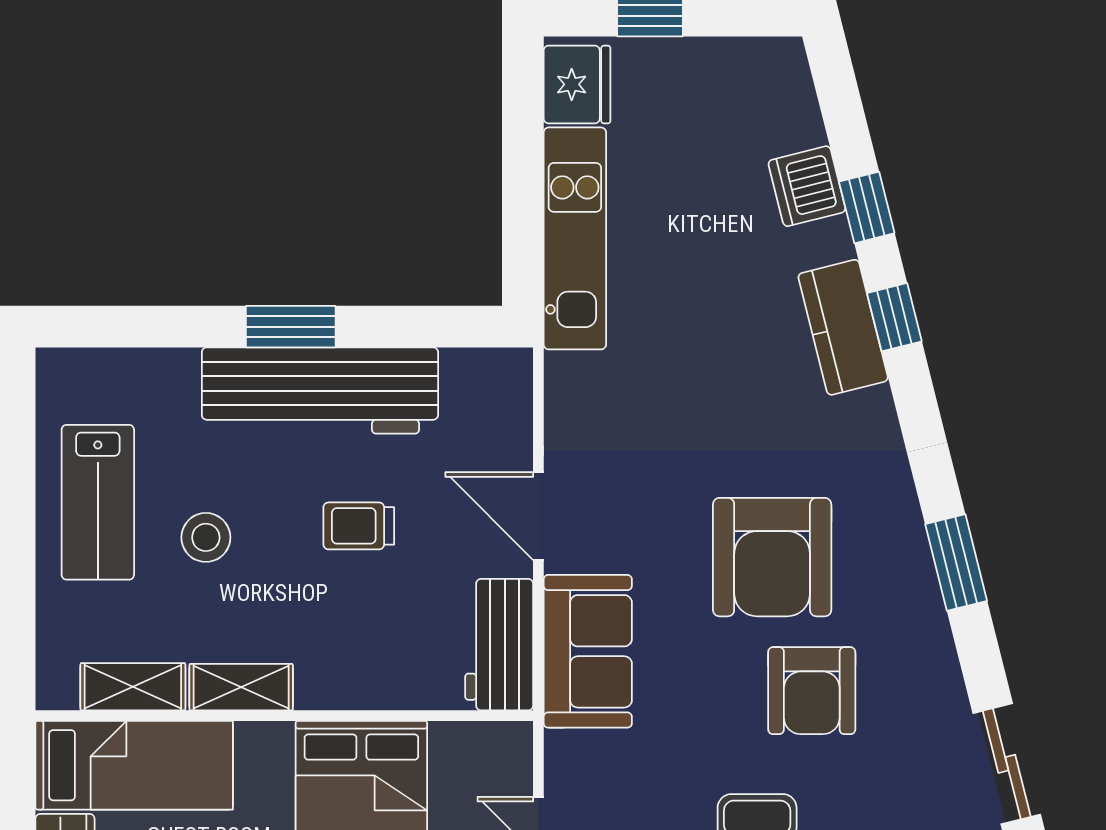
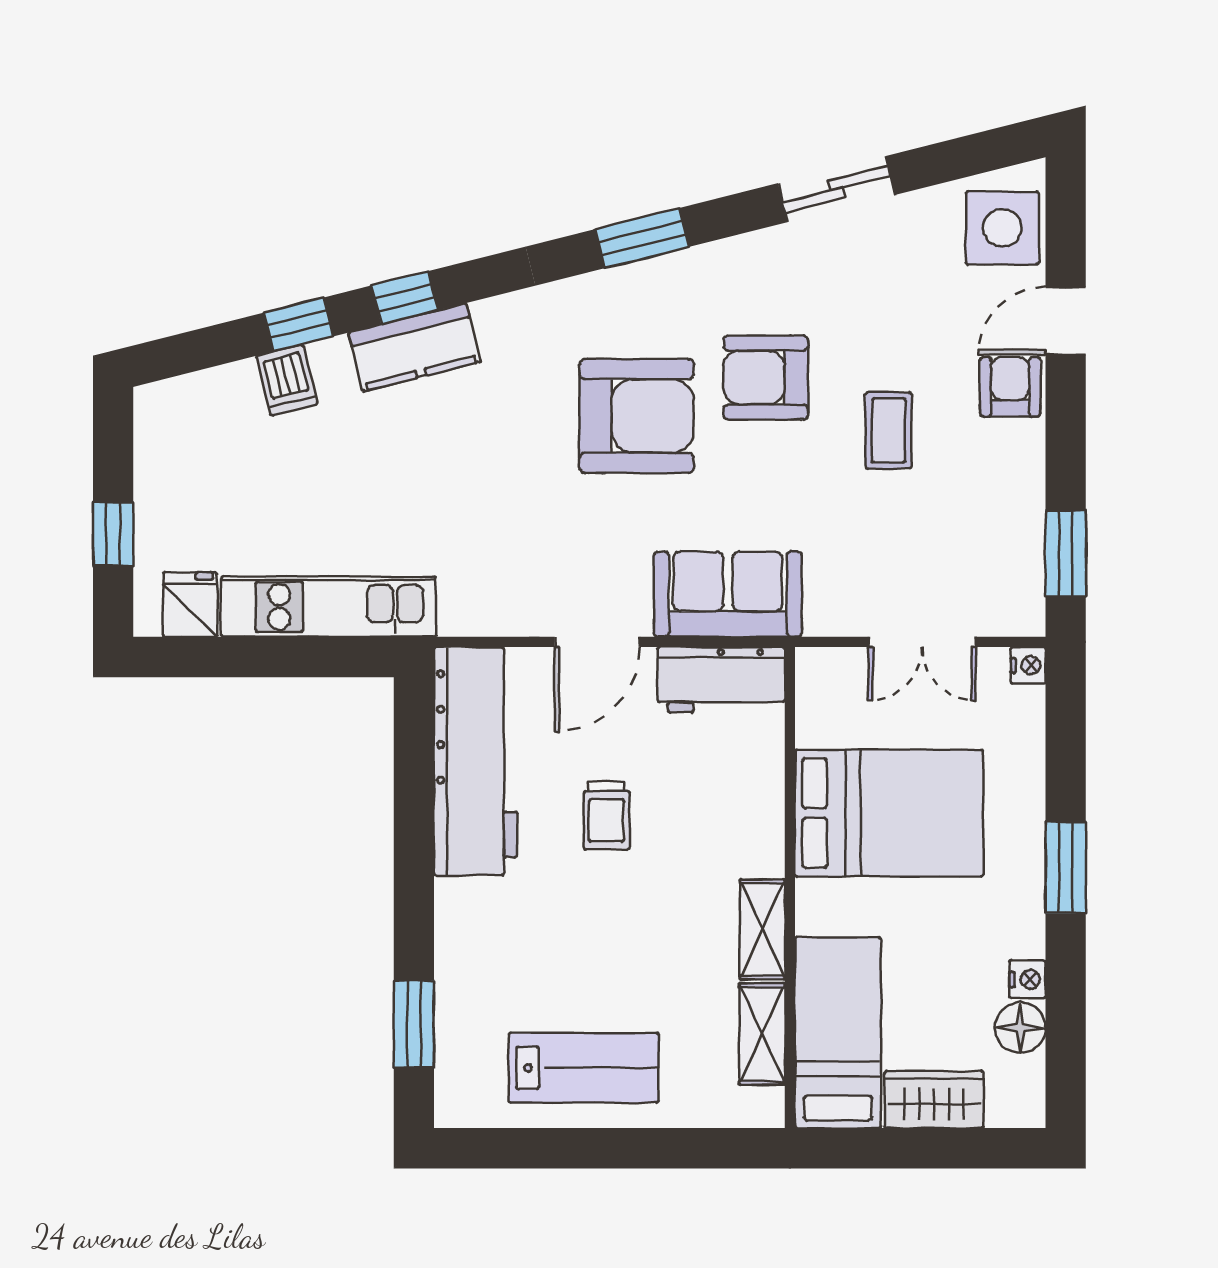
fridge: (577, 84) -> (190, 605), width x0.72
dishwasher: (807, 186) -> (287, 380), width x0.73
window: (291, 327) -> (414, 1024), moved
workbench: (320, 390) -> (476, 761), moved
stool: (206, 537) -> (618, 963), removed
armchair: (812, 691) -> (766, 378), turned 180

